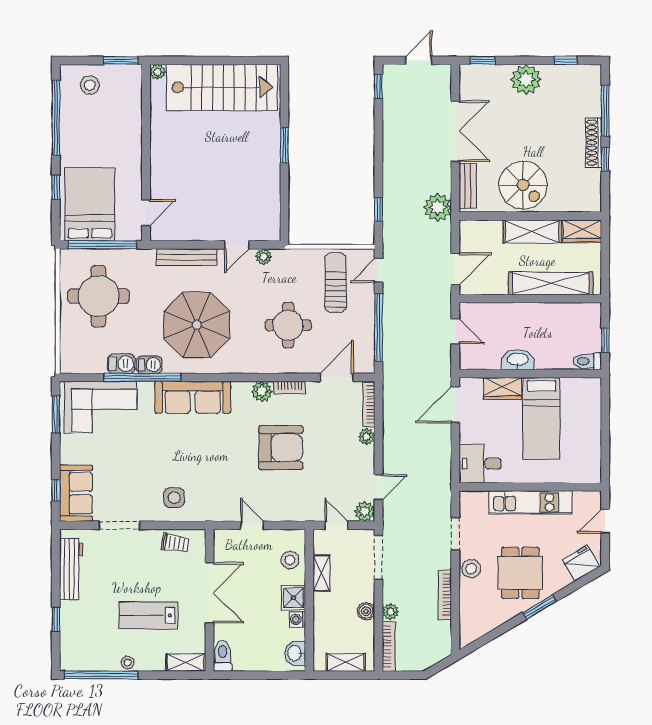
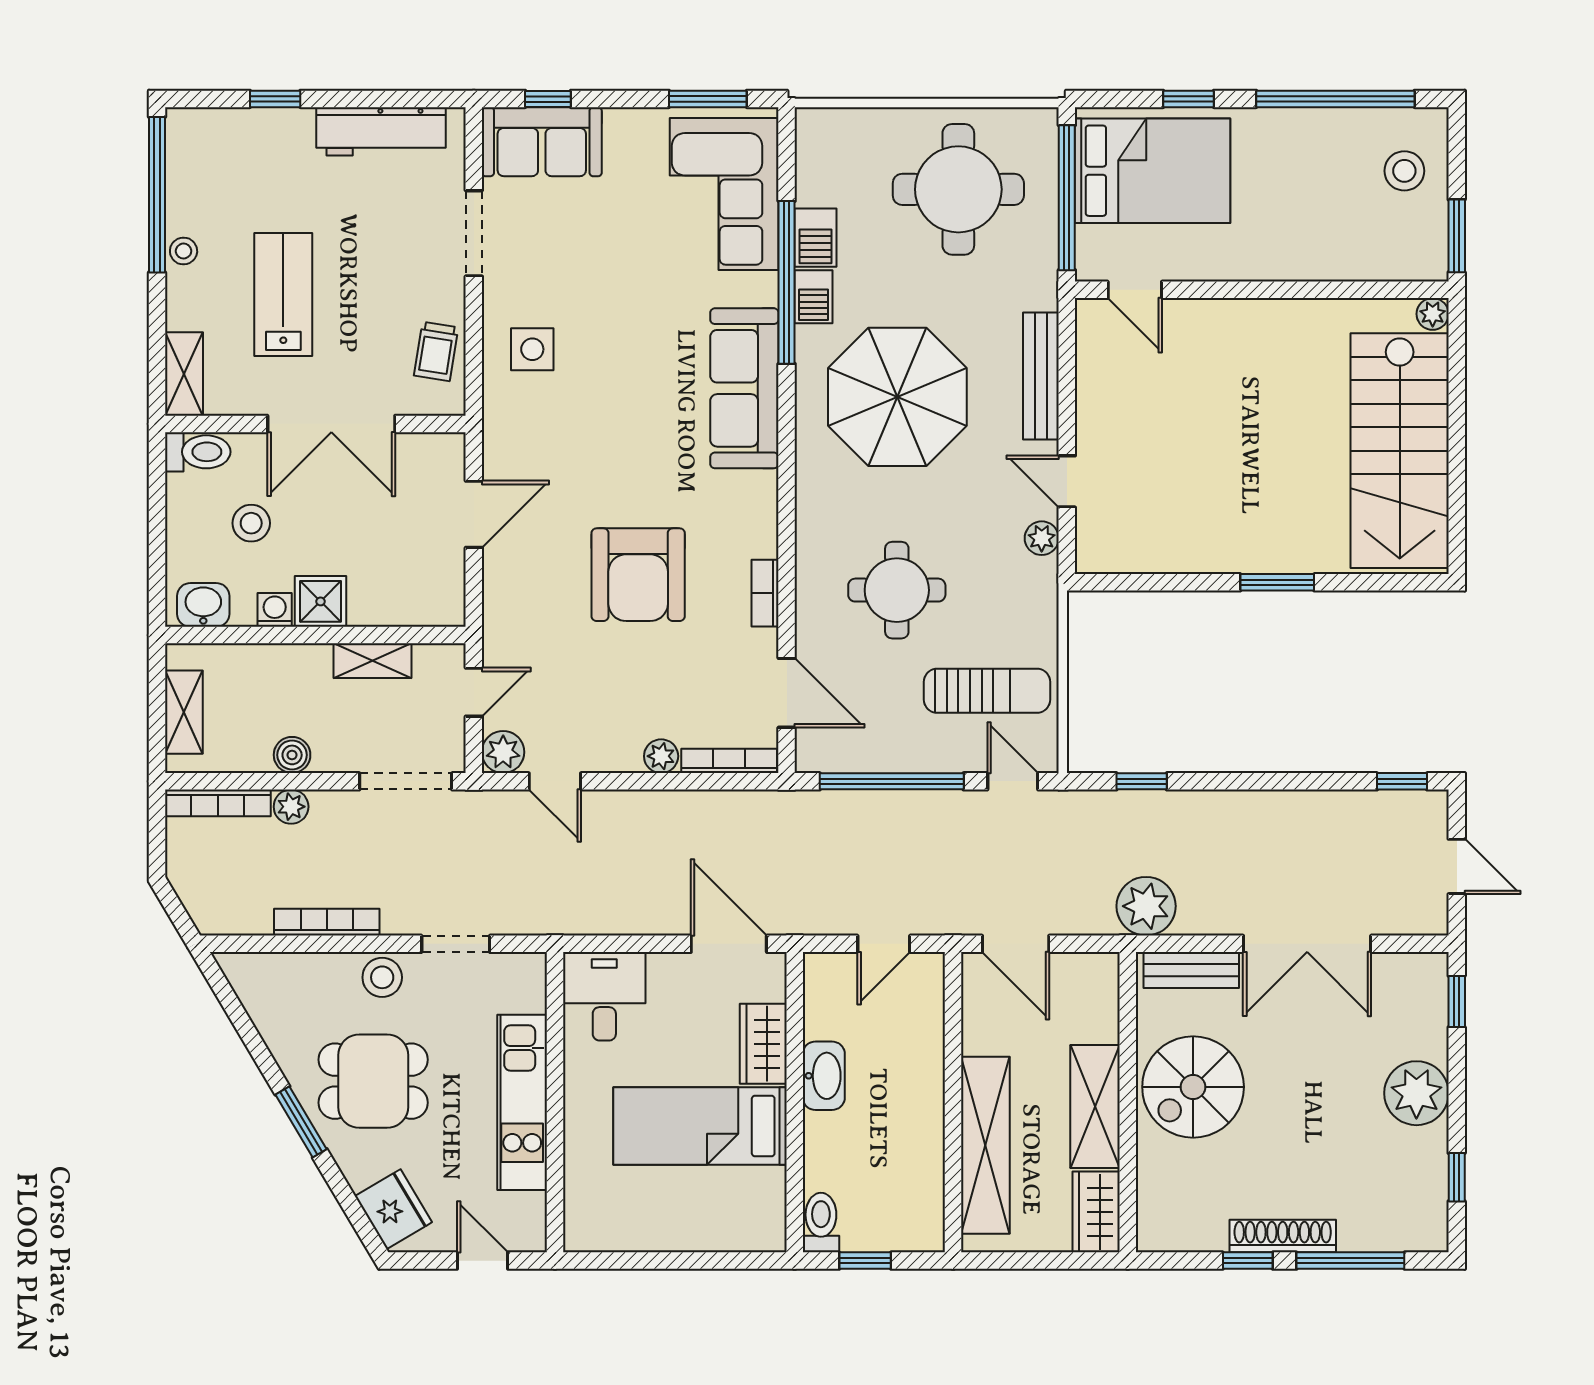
plant: (262, 392) -> (757, 535), removed
door: (252, 525) -> (474, 514), width x1.38
stool: (290, 560) -> (251, 523), moved

